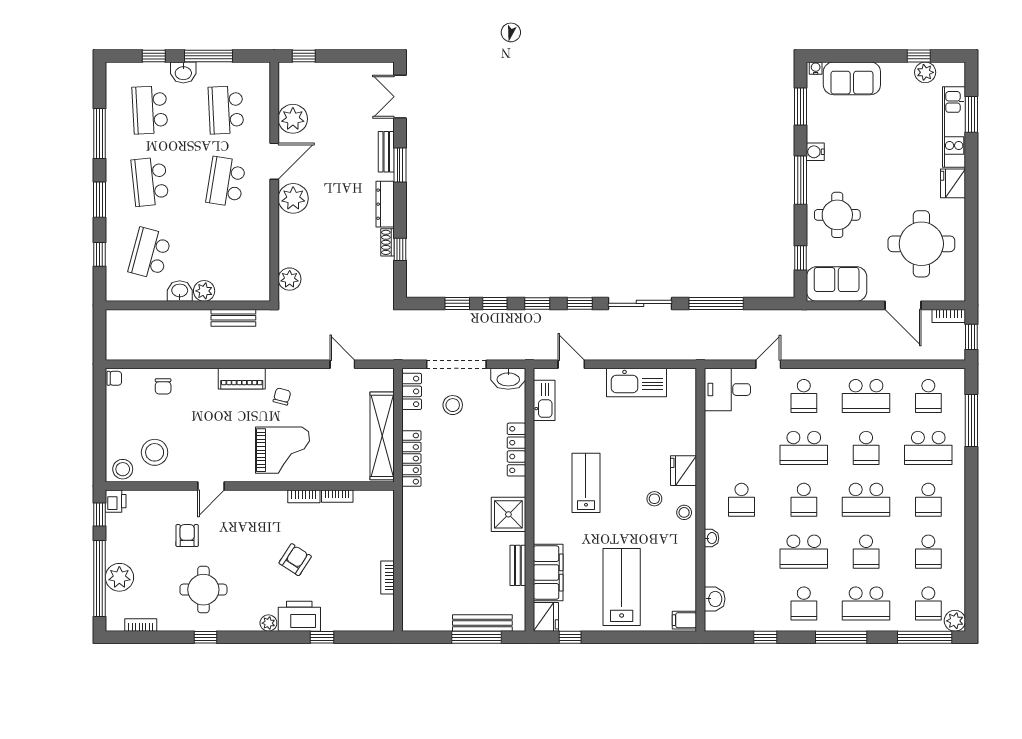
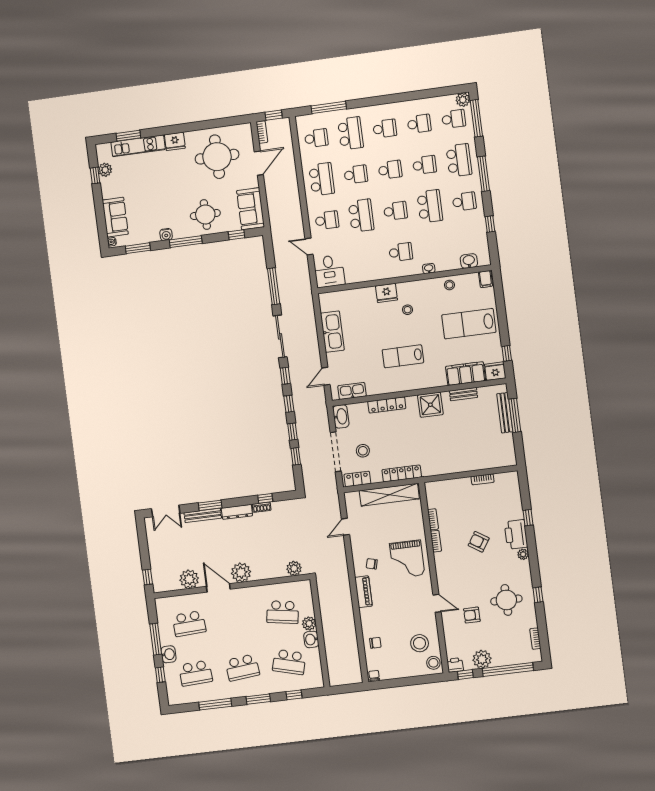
bench: (386, 152) -> (203, 515), width x1.36
school desk: (226, 182) -> (283, 612), moved
bench: (233, 318) -> (324, 602), removed
grand piano: (282, 450) -> (407, 559), turned 180
school desk: (866, 500) -> (390, 170), width x0.54
stool: (684, 512) -> (449, 285), moved
plant: (119, 577) -> (482, 659), moved

